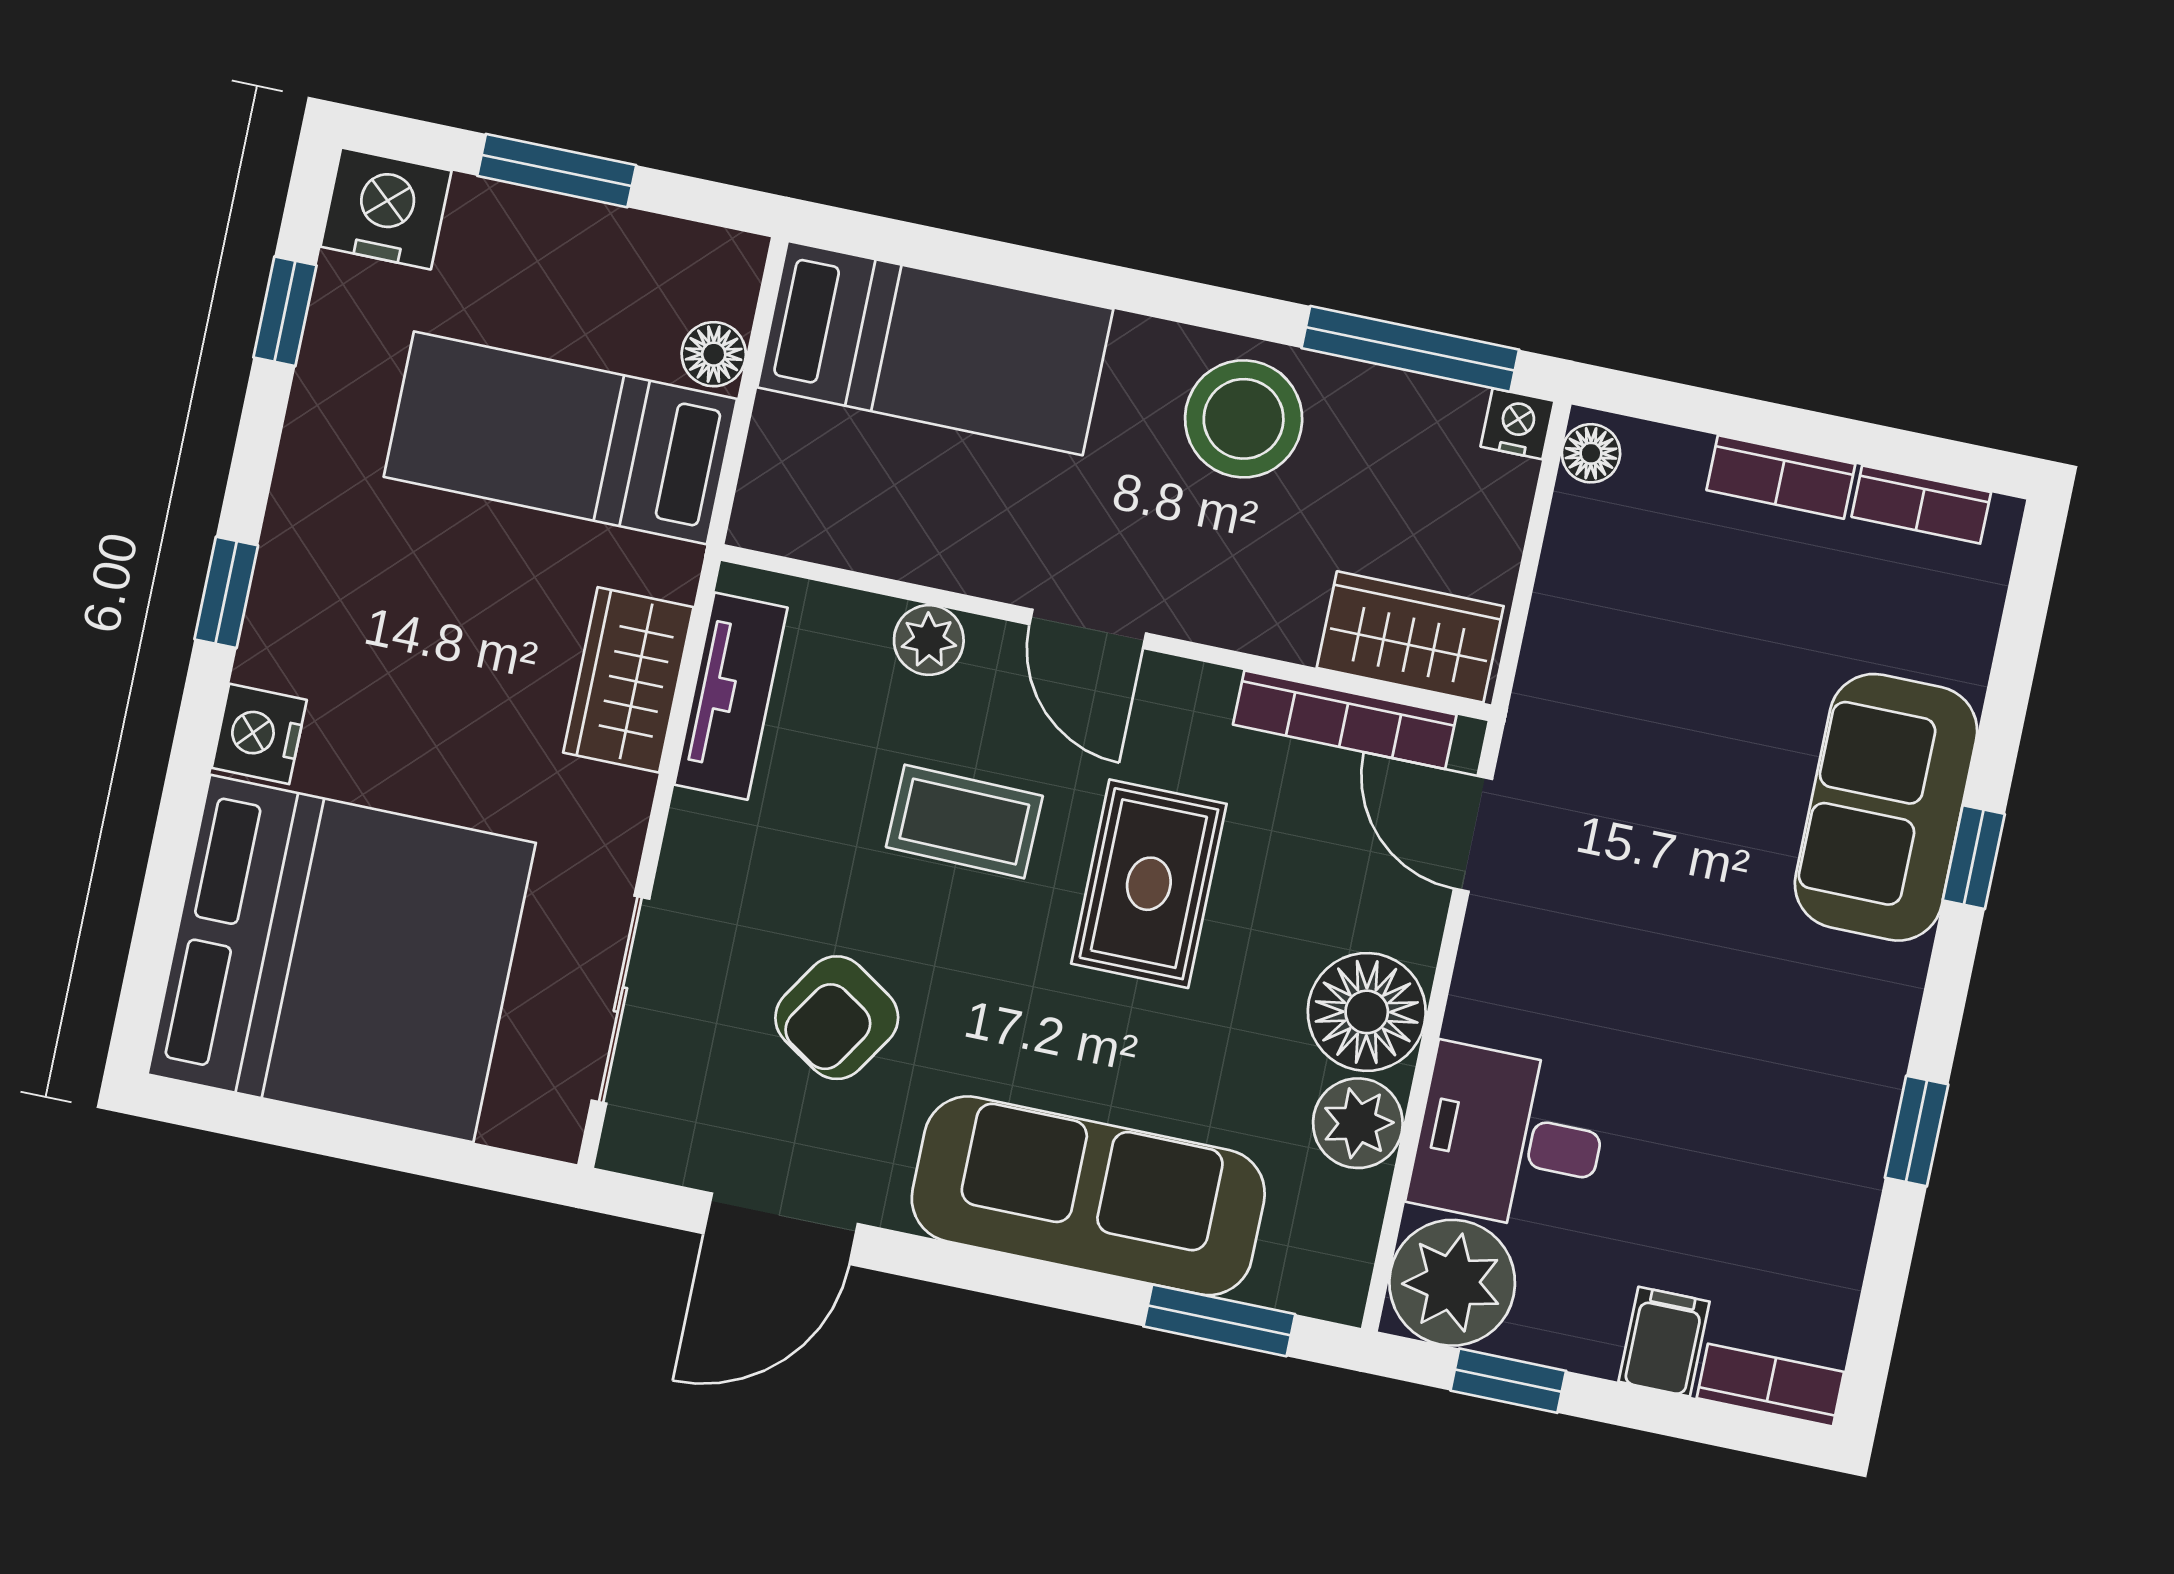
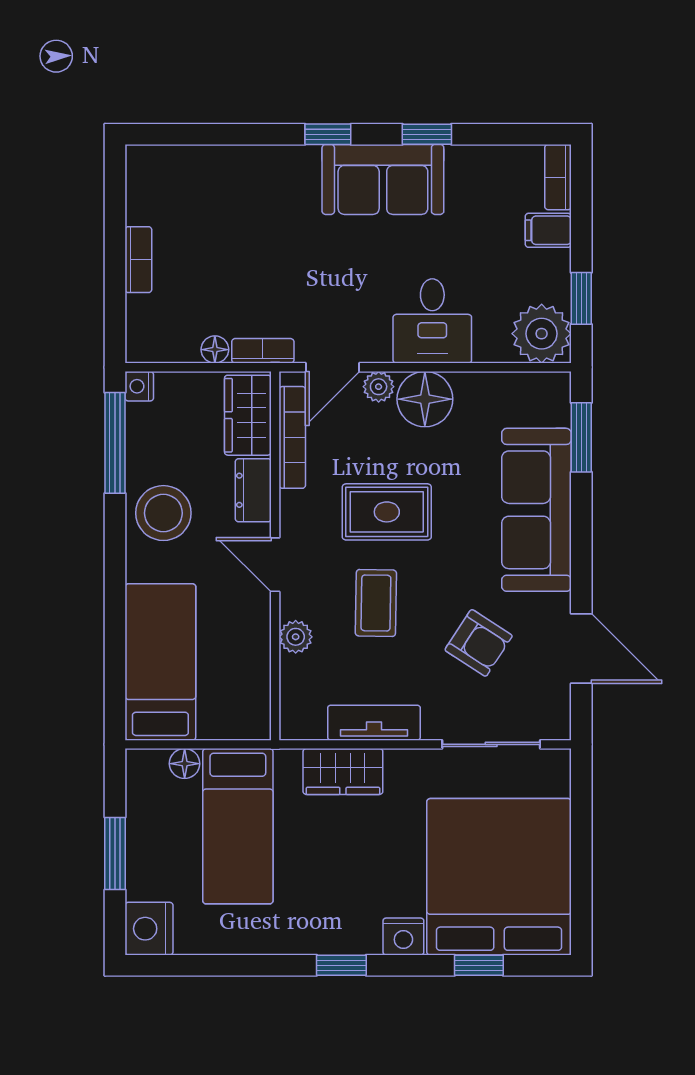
window: (285, 311) -> (479, 965), moved
floor lamp: (1591, 453) -> (215, 350), moved
bookcase: (1921, 504) -> (263, 351), moved, turned -90
dresser: (1252, 616) -> (253, 490), added
door: (1088, 629) -> (275, 565), swing flipped
tv unit: (731, 696) -> (374, 723), moved
sofa: (1886, 807) -> (383, 179), moved
window: (1974, 857) -> (328, 134), moved
plant: (1358, 1123) -> (379, 387), moved, width x0.73, depth x0.73
desk: (1510, 1139) -> (432, 321), moved

